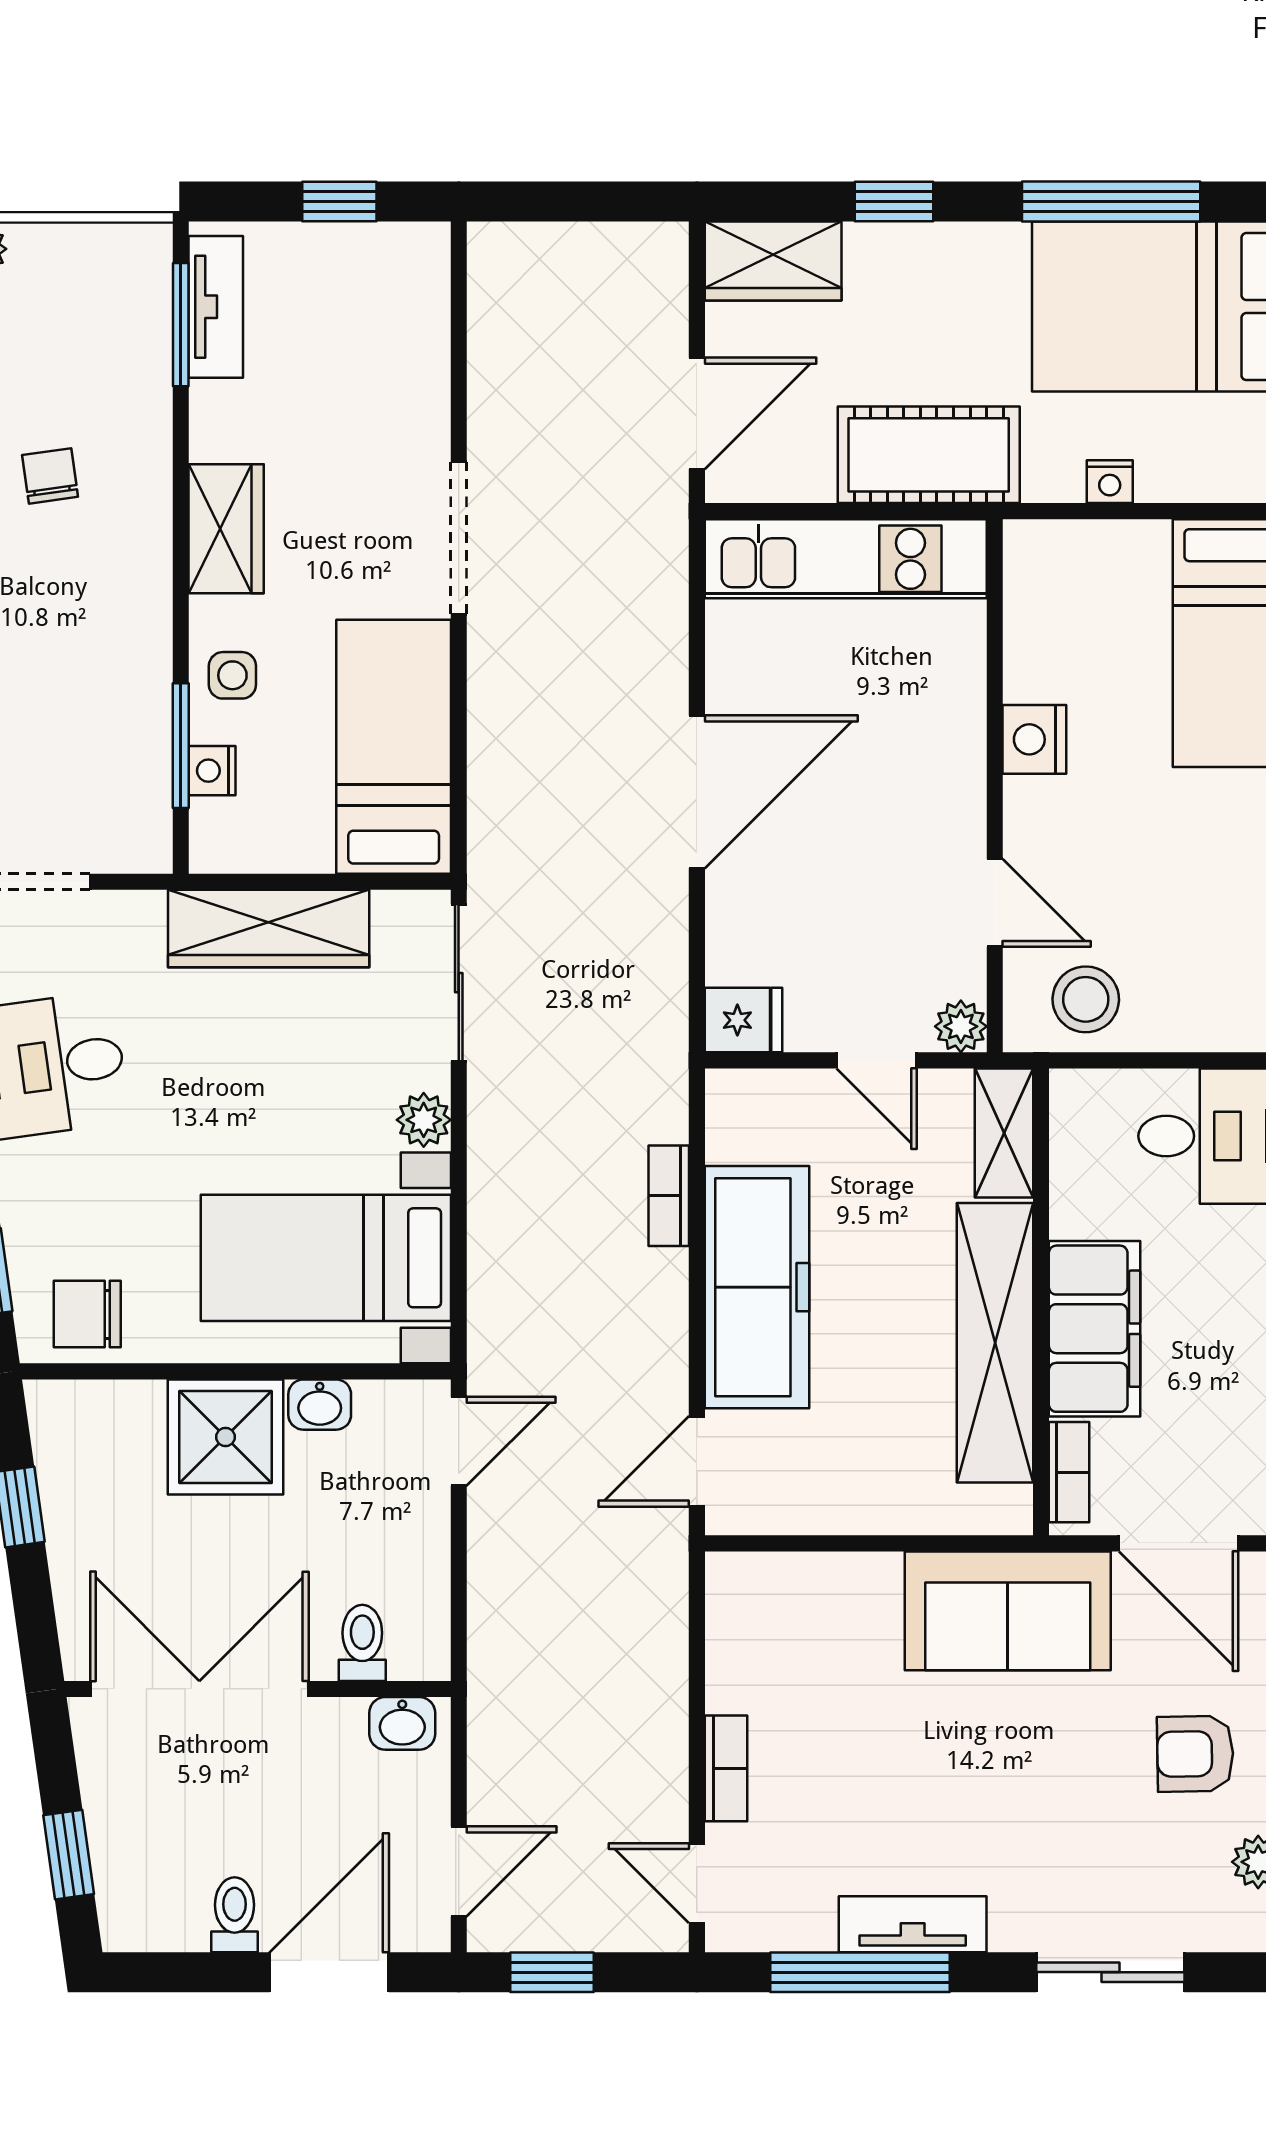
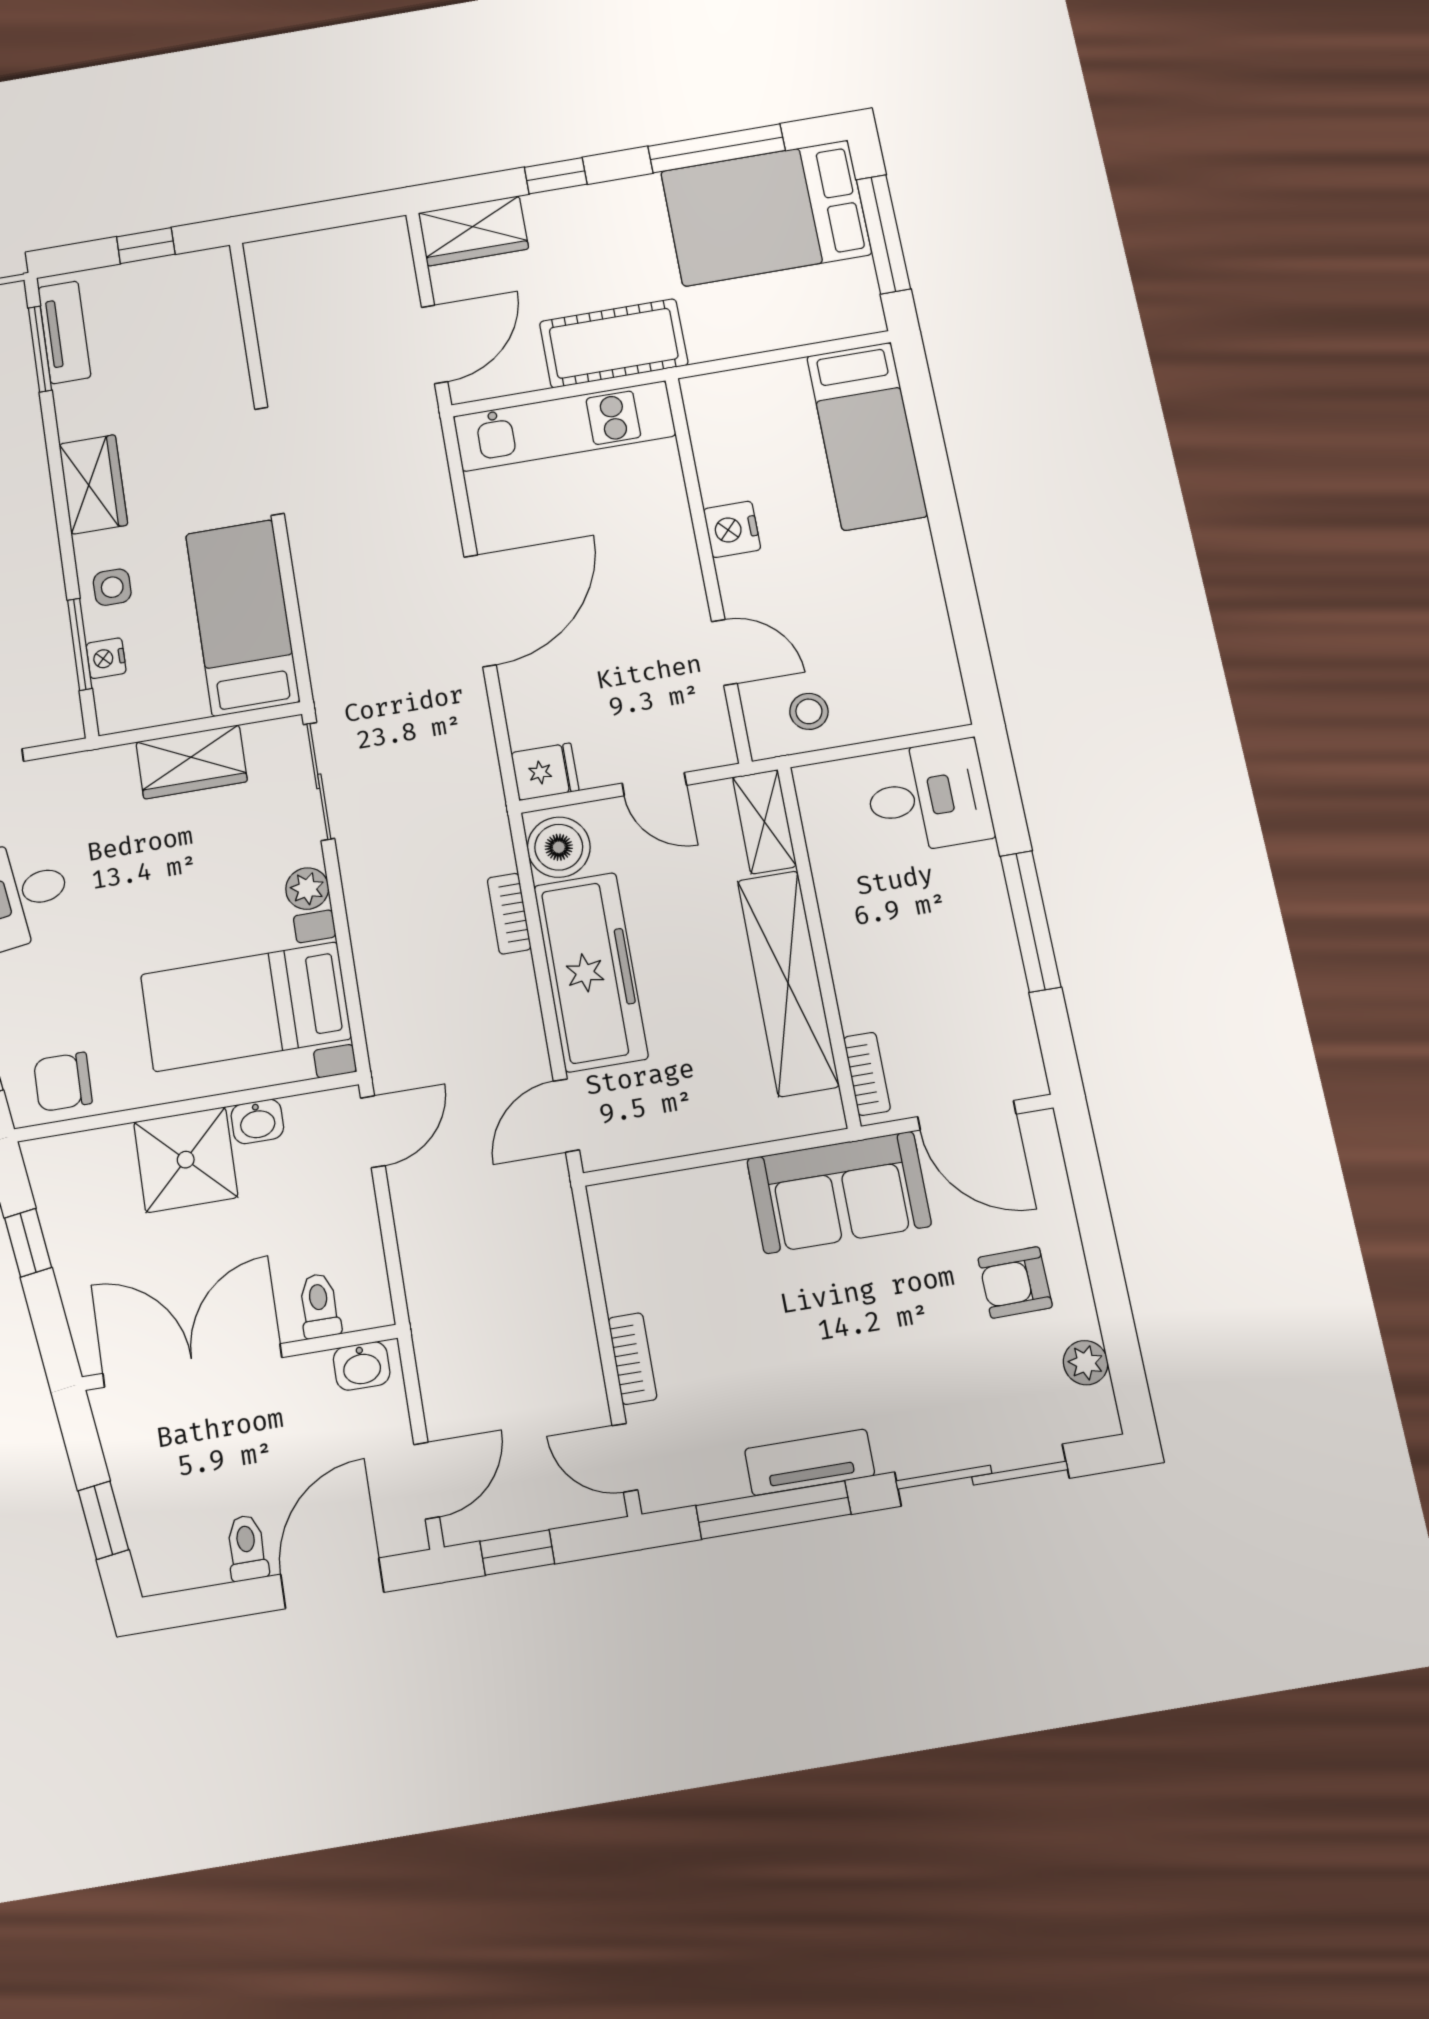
nightstand: (1110, 482) -> (754, 339), removed
wardrobe: (269, 929) -> (192, 762), width x0.67
stool: (1086, 999) -> (809, 711), width x0.73, depth x0.73
plant: (961, 1026) -> (715, 748), removed
boiler: (744, 1121) -> (559, 847), added
filing cabinet: (1095, 1329) -> (865, 959), removed
sliding door: (1110, 1972) -> (982, 1475), width x1.37

